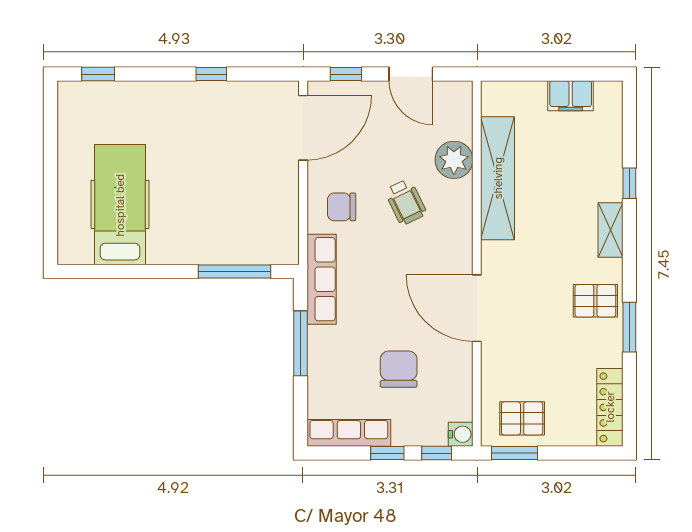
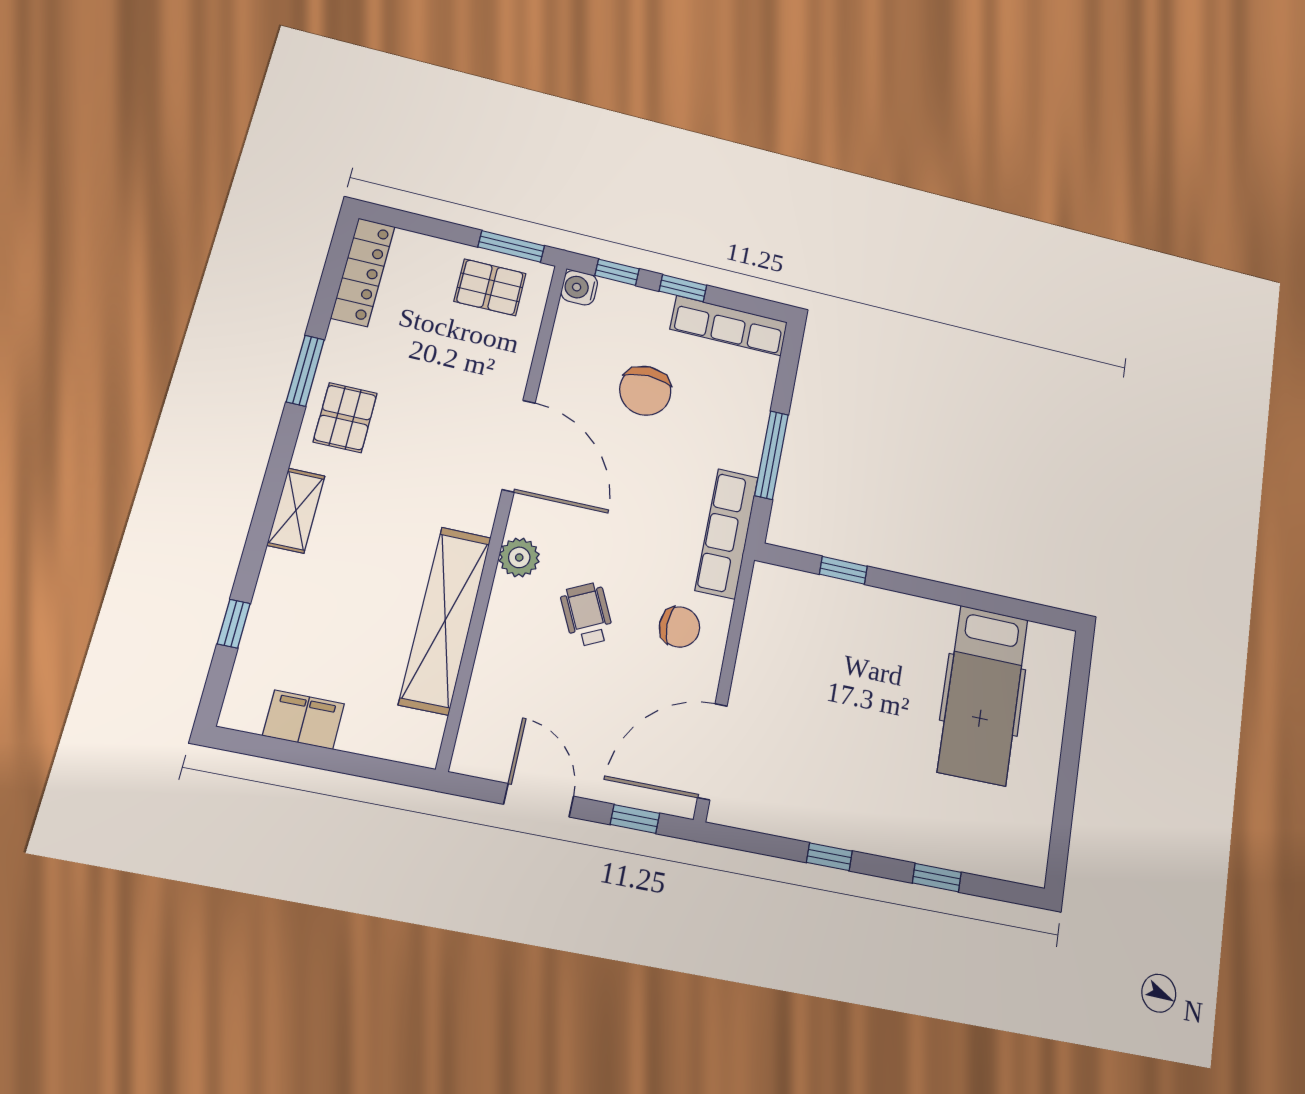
window: (98, 74) -> (937, 878), moved
plant: (454, 160) -> (519, 557), moved, width x0.73, depth x0.73
window: (629, 183) -> (234, 624), moved
window: (234, 271) -> (843, 570), width x0.46
pallet: (595, 301) -> (345, 418), turned 90

